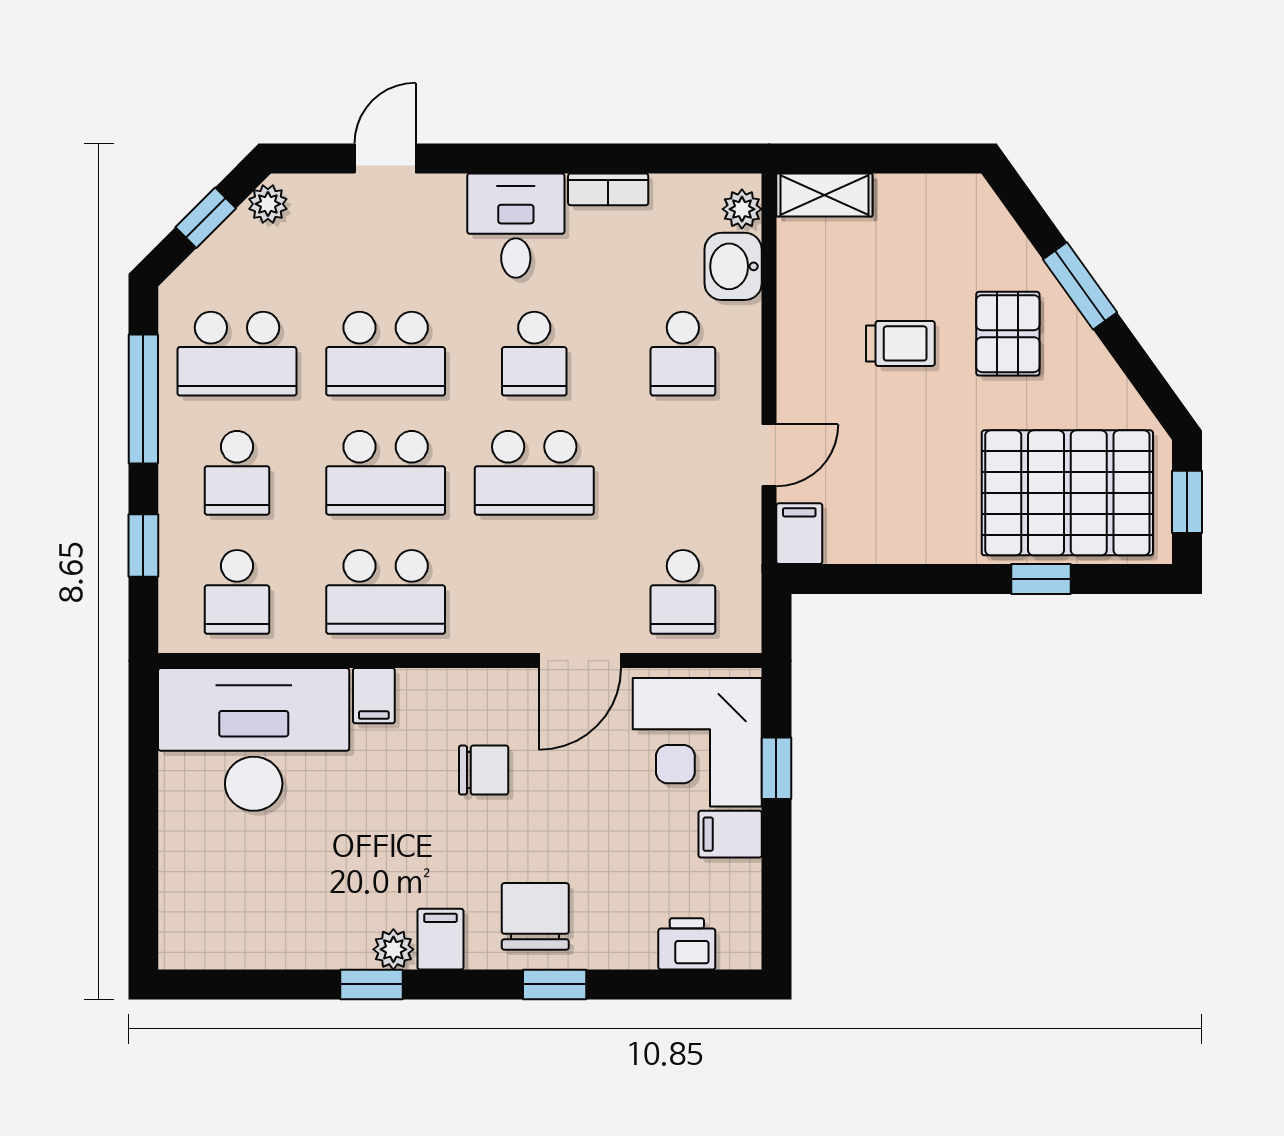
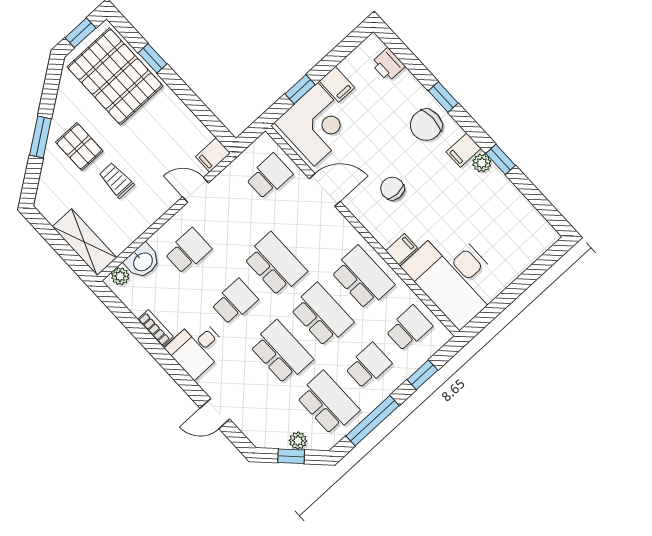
shelving: (824, 195) -> (84, 242), width x1.50, depth x1.33
plant: (268, 204) -> (298, 441), moved
pallet: (1008, 334) -> (79, 147), turned 90

